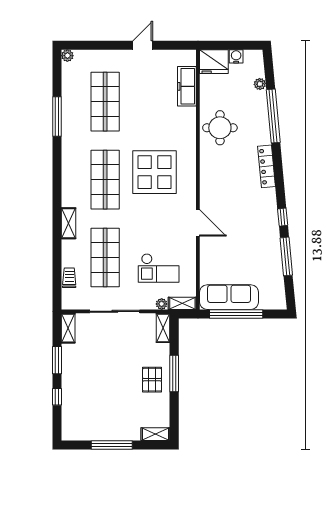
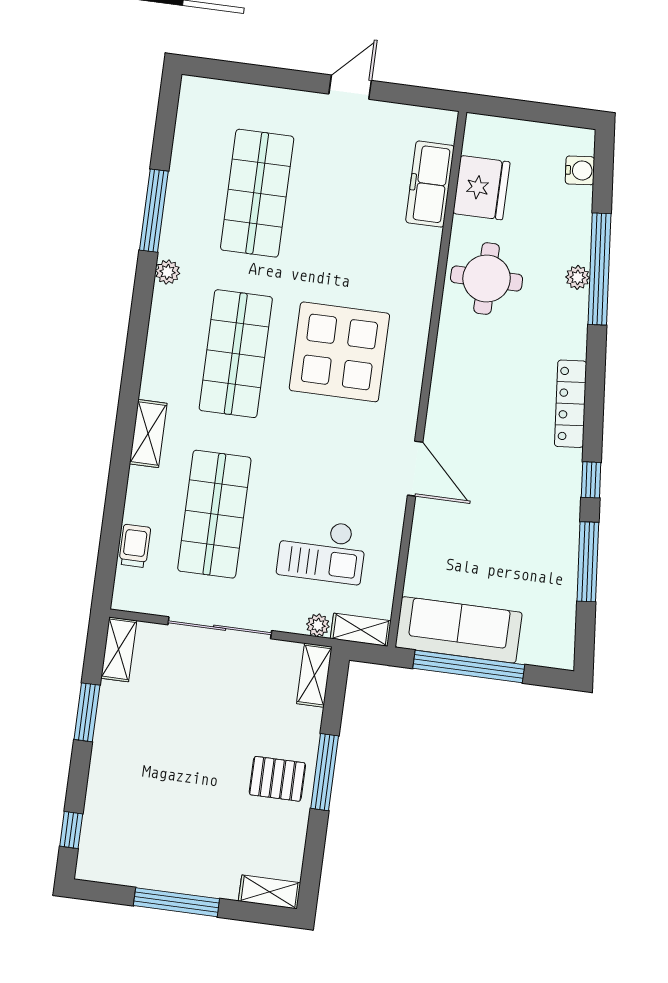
plant: (67, 56) -> (168, 272), moved
water cooler: (236, 56) -> (580, 170), moved, turned 85
fridge: (214, 62) -> (481, 188), moved, turned -90
plant: (260, 84) -> (578, 277), moved
locker: (267, 166) -> (571, 404), moved
pallet: (152, 380) -> (277, 779), turned 90
window: (57, 397) -> (71, 830), moved

